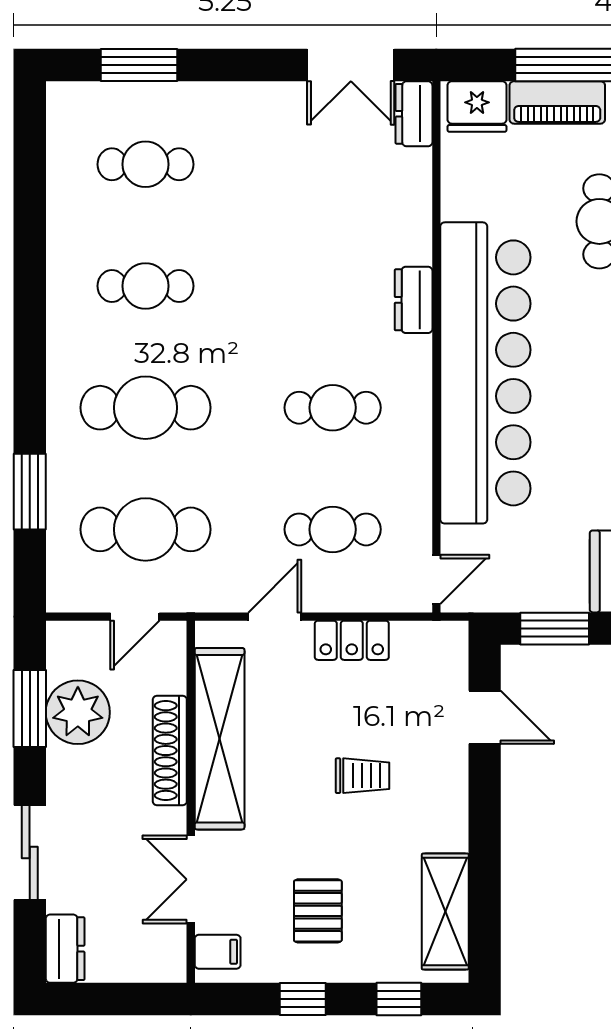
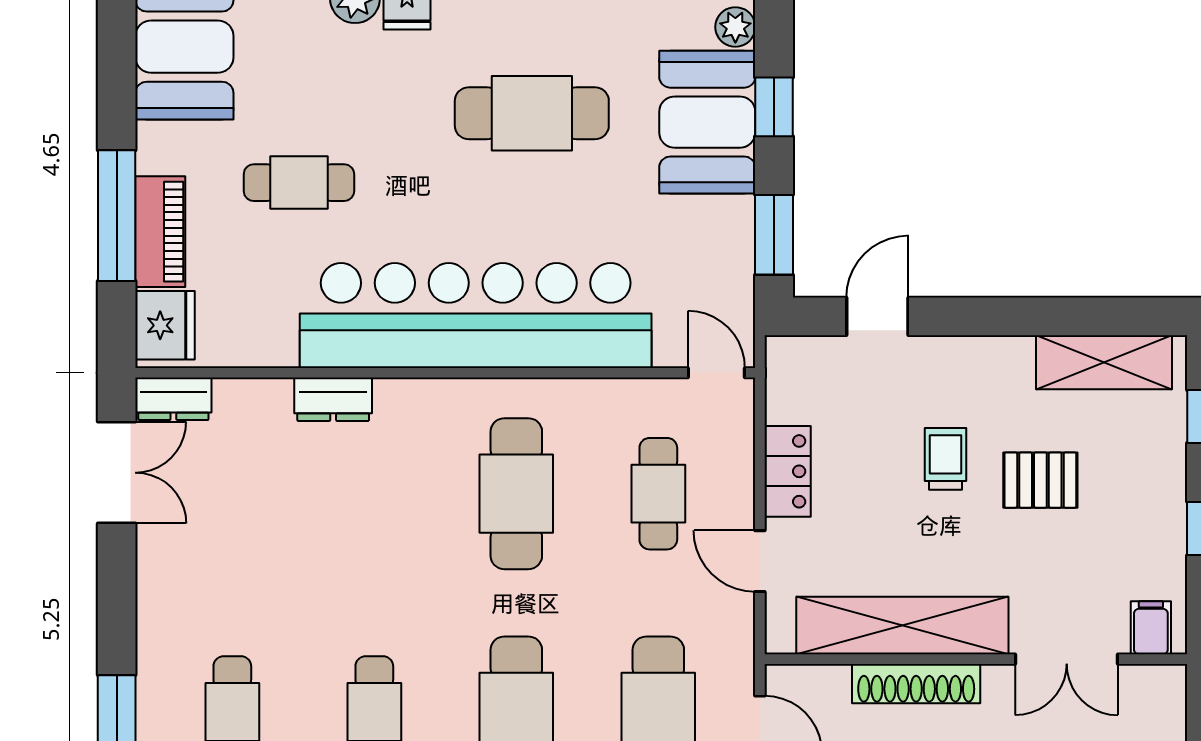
dresser: (414, 300) -> (333, 399), moved
cafe table: (333, 408) -> (516, 494), width x1.37, depth x1.35
pallet: (318, 911) -> (1040, 480), moved

